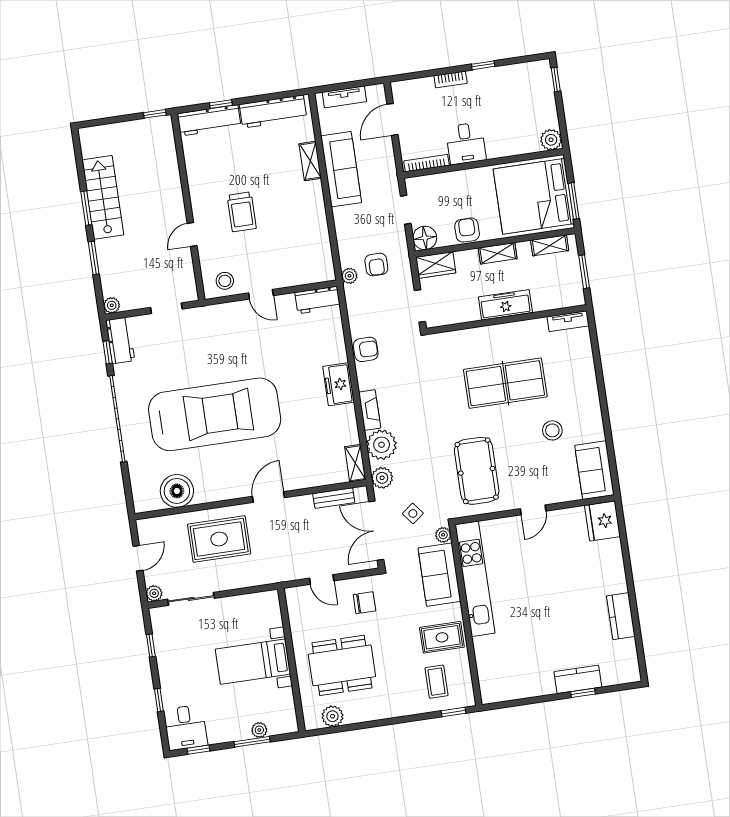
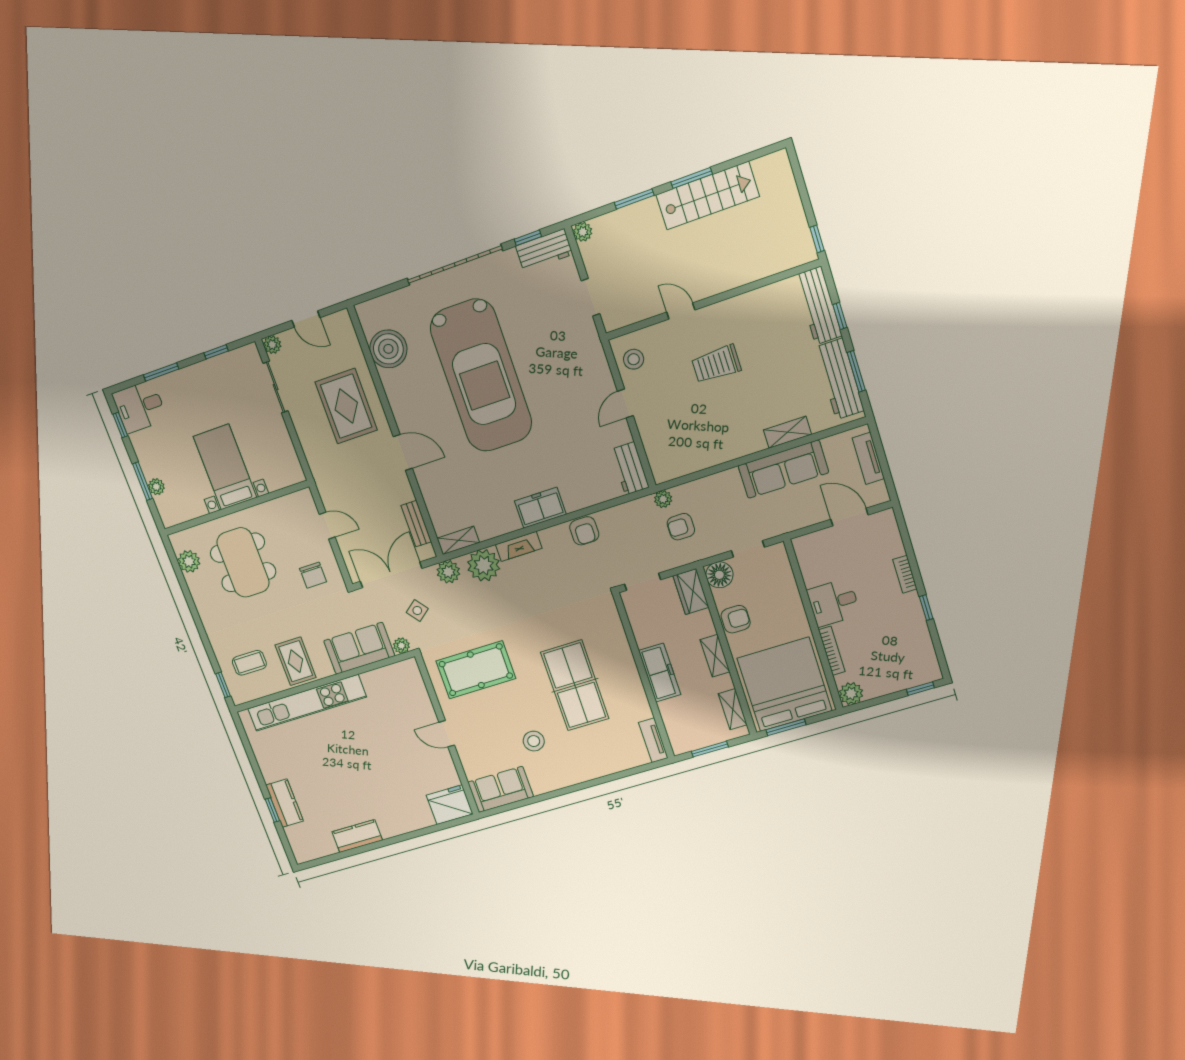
window: (269, 97) -> (856, 371), added
bookcase: (427, 163) -> (832, 651), moved
kitchen unit: (475, 579) -> (307, 703), moved
door: (322, 580) -> (327, 526), swing flipped
window: (159, 700) -> (161, 372), width x1.50

